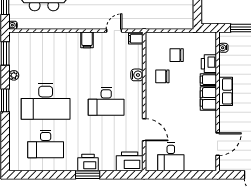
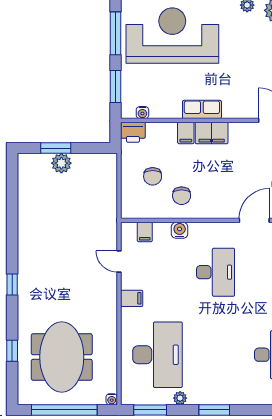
filing cabinet: (136, 39) -> (145, 232), moved
printer: (209, 64) -> (133, 132), moved
desk: (46, 101) -> (157, 355), moved

